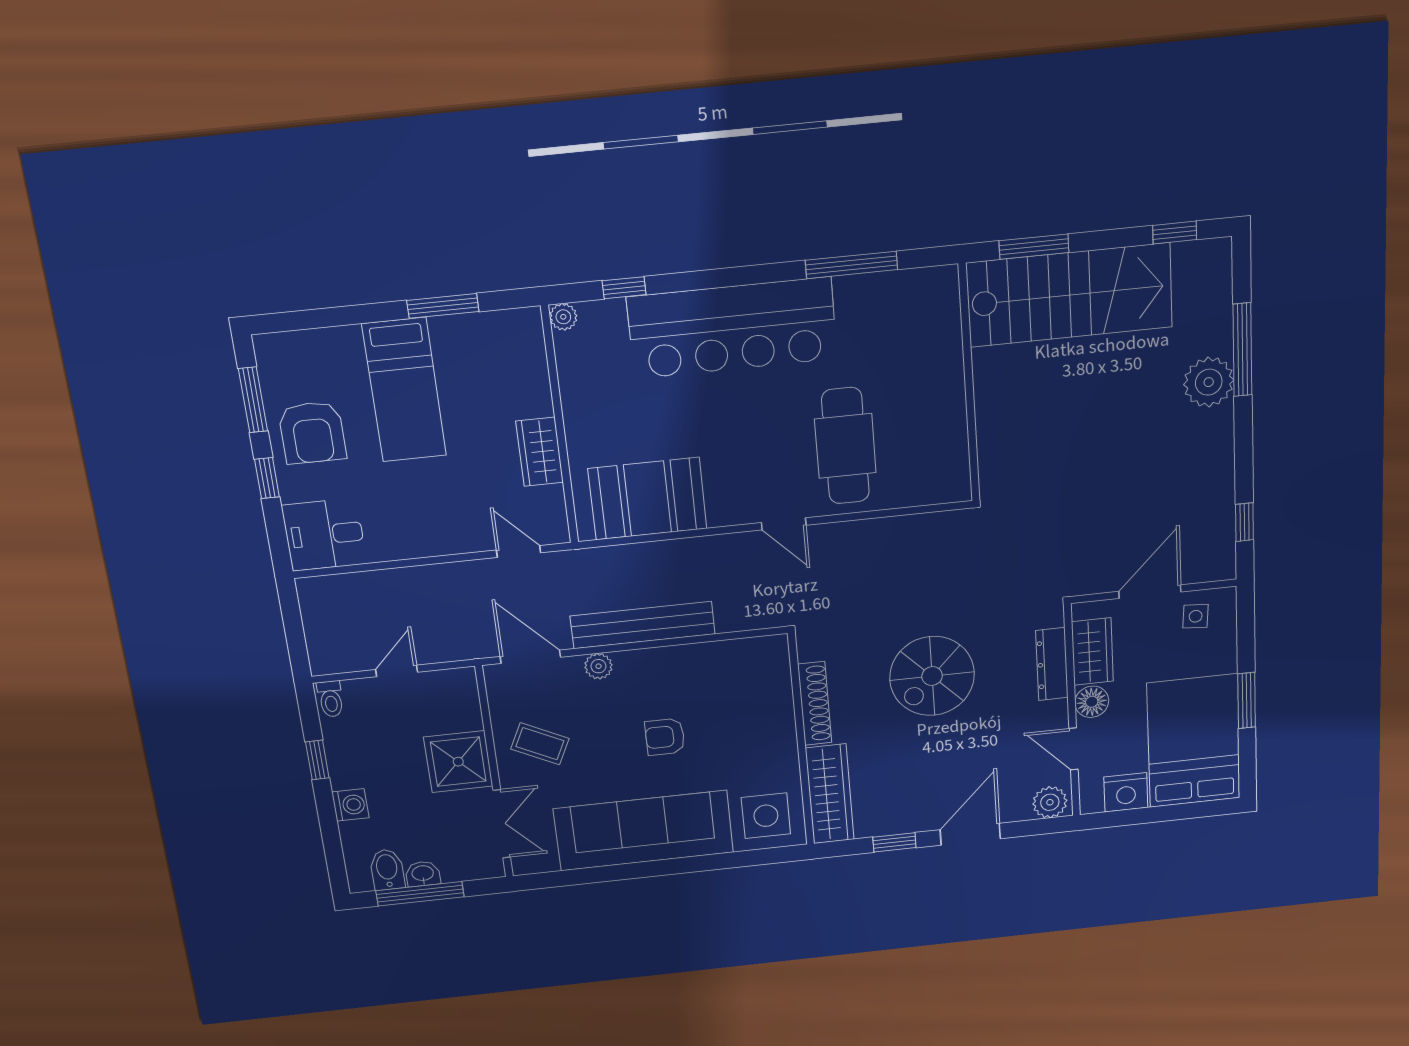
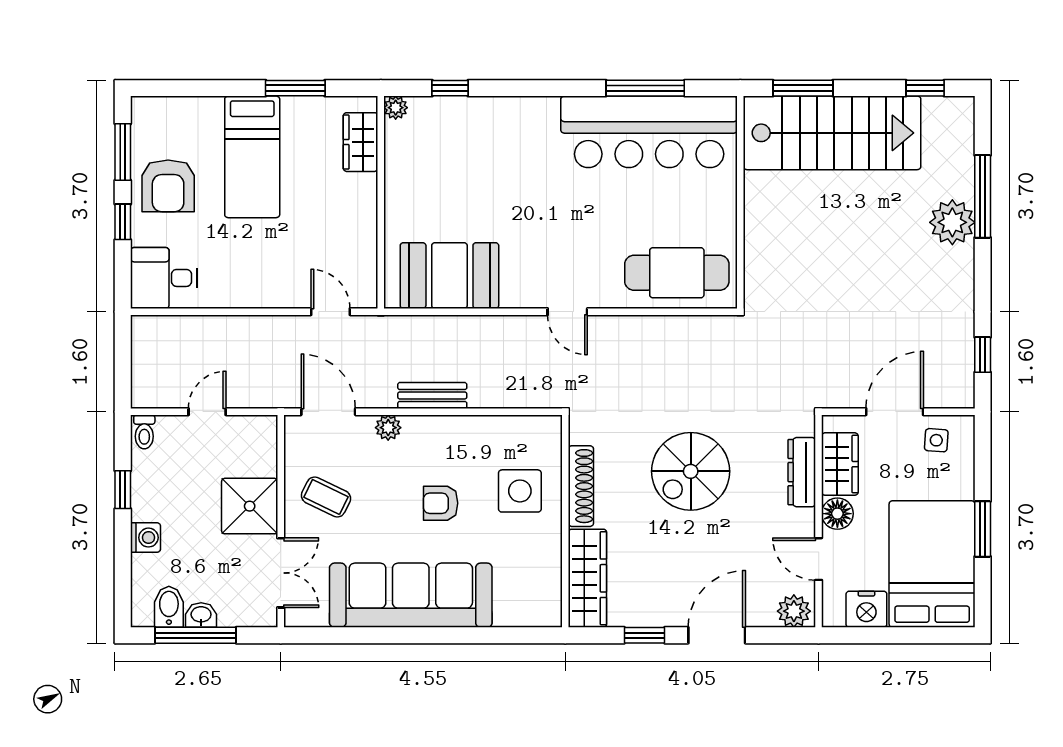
bar counter: (732, 328) -> (649, 132), moved
cafe table: (845, 446) -> (677, 273), moved, turned 90
wardrobe: (540, 452) -> (361, 142), moved
bench: (643, 625) -> (432, 395), width x0.54, depth x0.82
side table: (766, 816) -> (520, 491), moved

